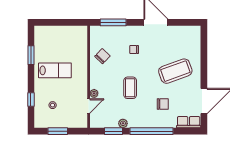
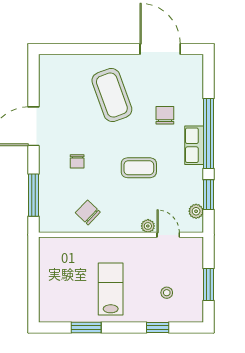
row of seats: (189, 122) -> (194, 145), moved
plant: (123, 123) -> (196, 211), moved

